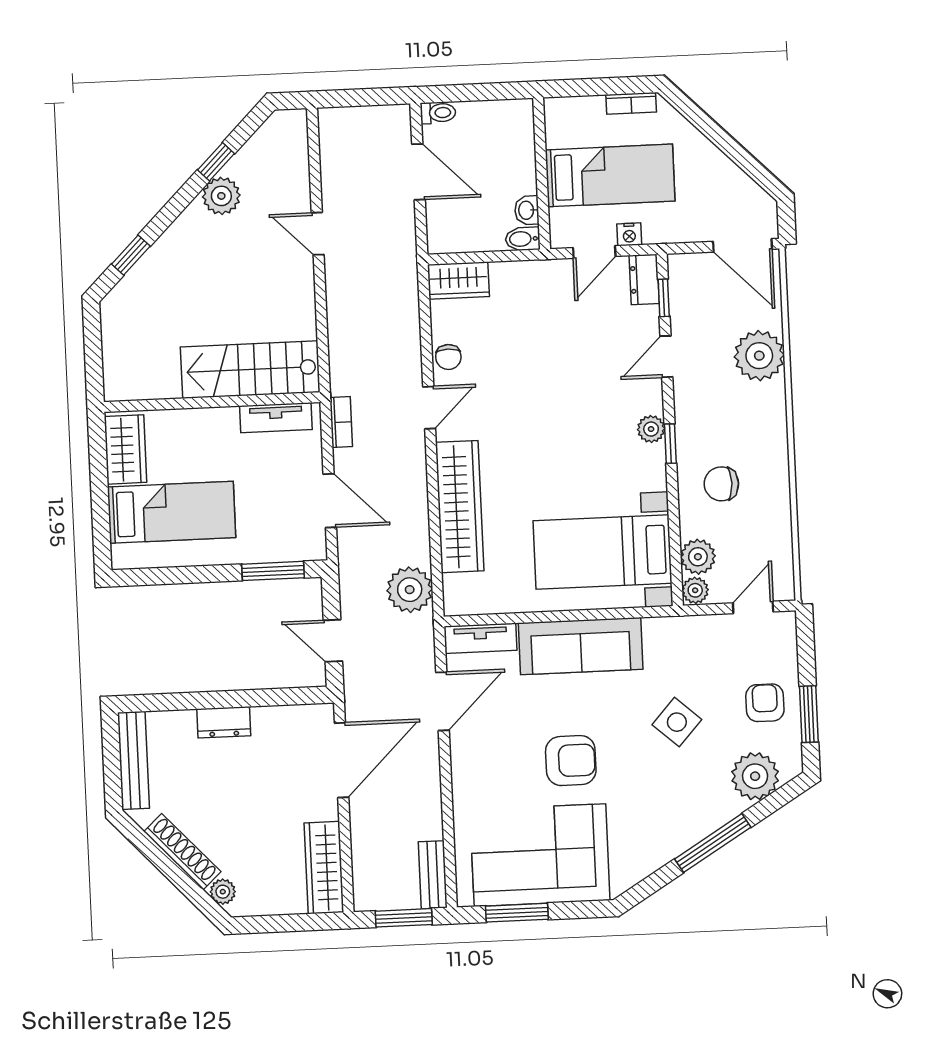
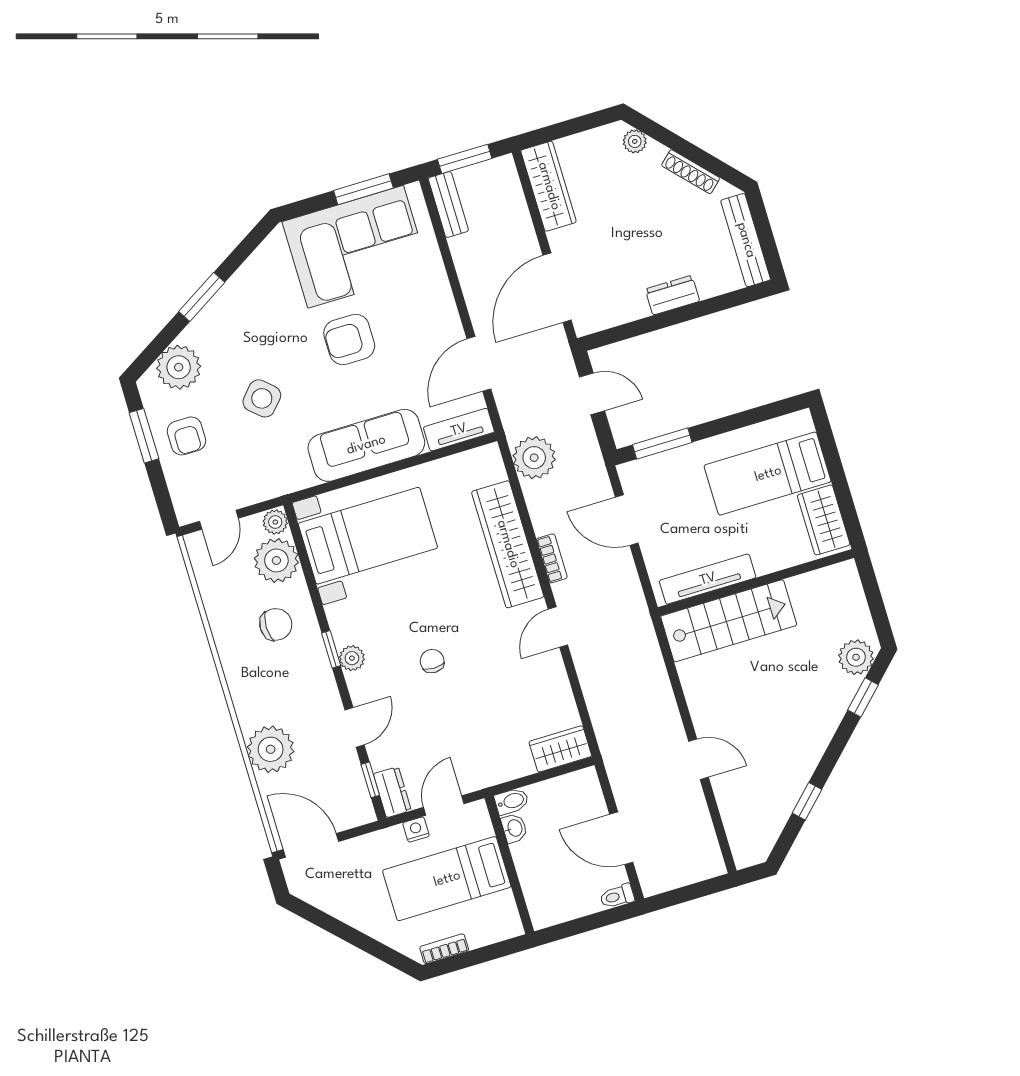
plant: (221, 196) -> (856, 657), moved
chair: (448, 357) -> (432, 661), moved
tv unit: (276, 418) -> (708, 579), width x1.41
bookcase: (341, 422) -> (552, 558), moved, turned 180
plant: (698, 557) -> (276, 560), width x1.36, depth x1.36
window: (713, 843) -> (202, 297), width x0.69
shoe rack: (182, 852) -> (691, 172), width x0.74, depth x0.81

